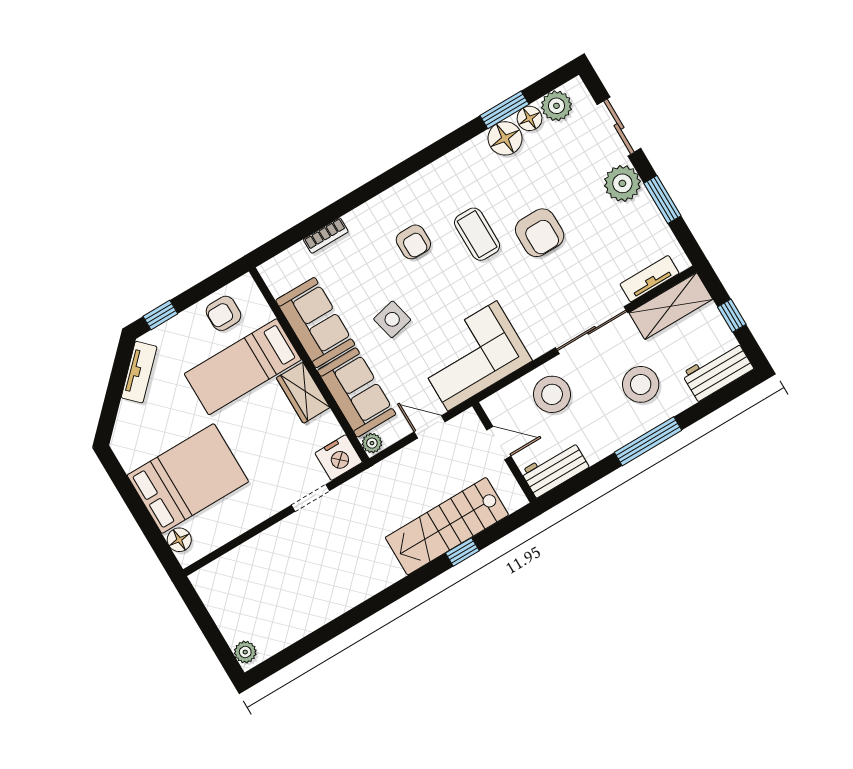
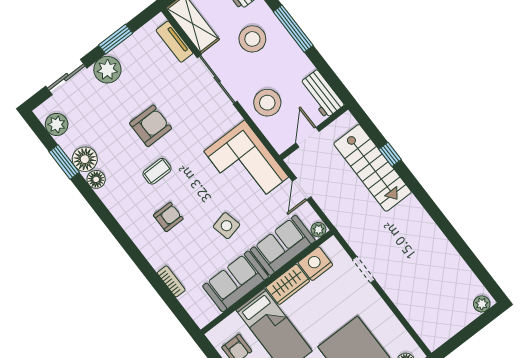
floor lamp: (530, 118) -> (96, 179), moved
coffee table: (477, 234) -> (157, 171), width x0.73, depth x0.77
nightstand: (339, 458) -> (315, 264), moved, turned -90

